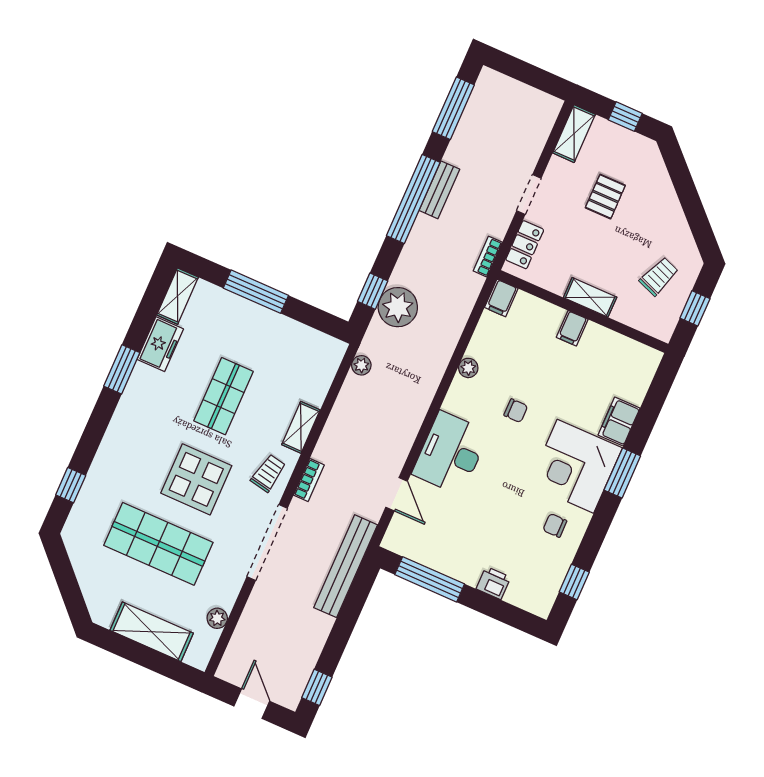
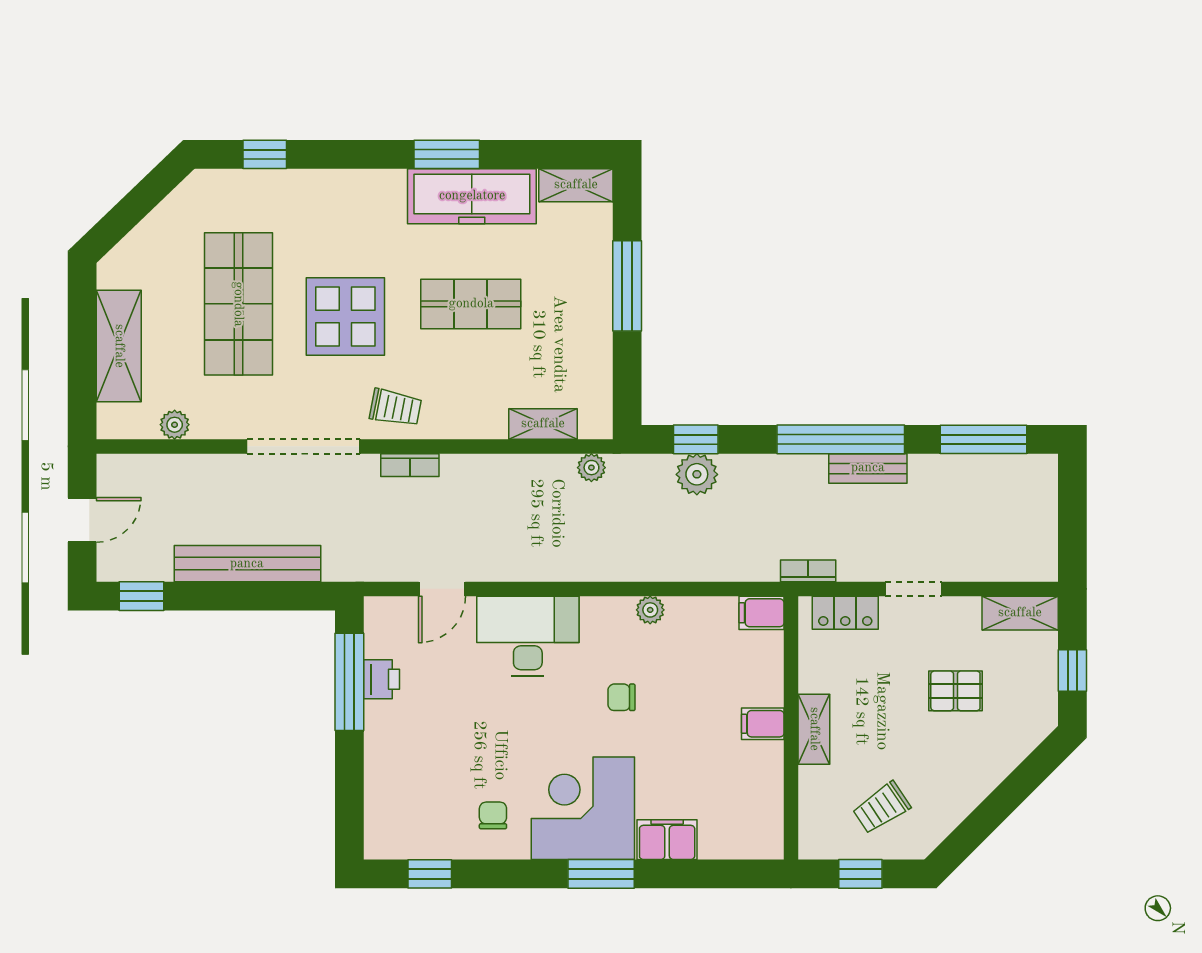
trolley: (659, 276) -> (881, 808), turned 125
plant: (398, 307) -> (697, 474), width x0.73, depth x0.73
freezer: (160, 344) -> (472, 196), width x1.91, depth x1.26
chair: (516, 411) -> (621, 697), turned 90
shelving: (301, 427) -> (543, 424), moved
bench: (346, 566) -> (247, 564), moved
printer: (493, 583) -> (381, 679), moved

